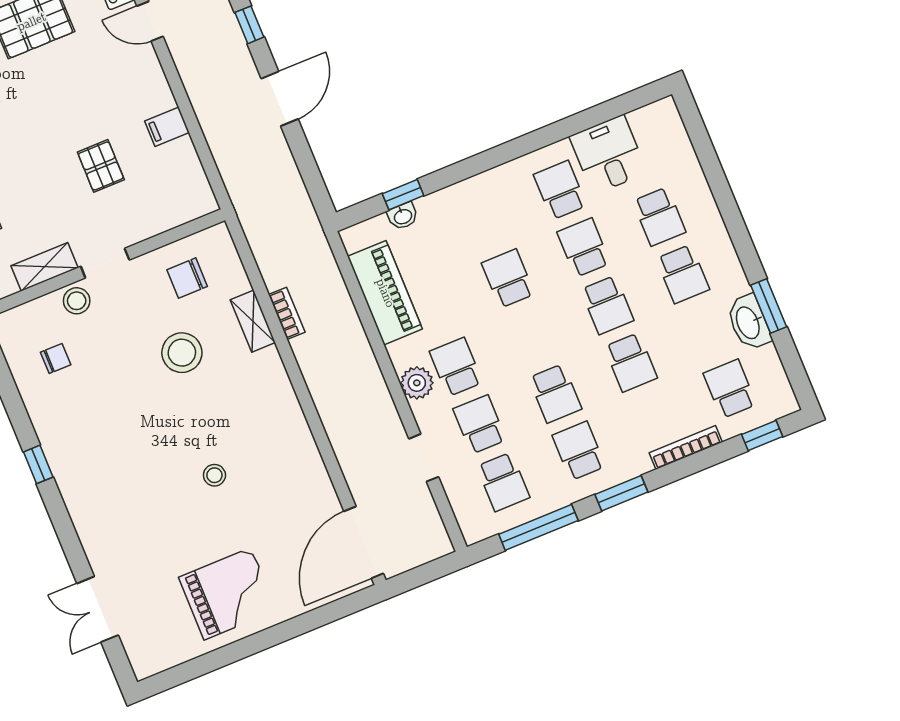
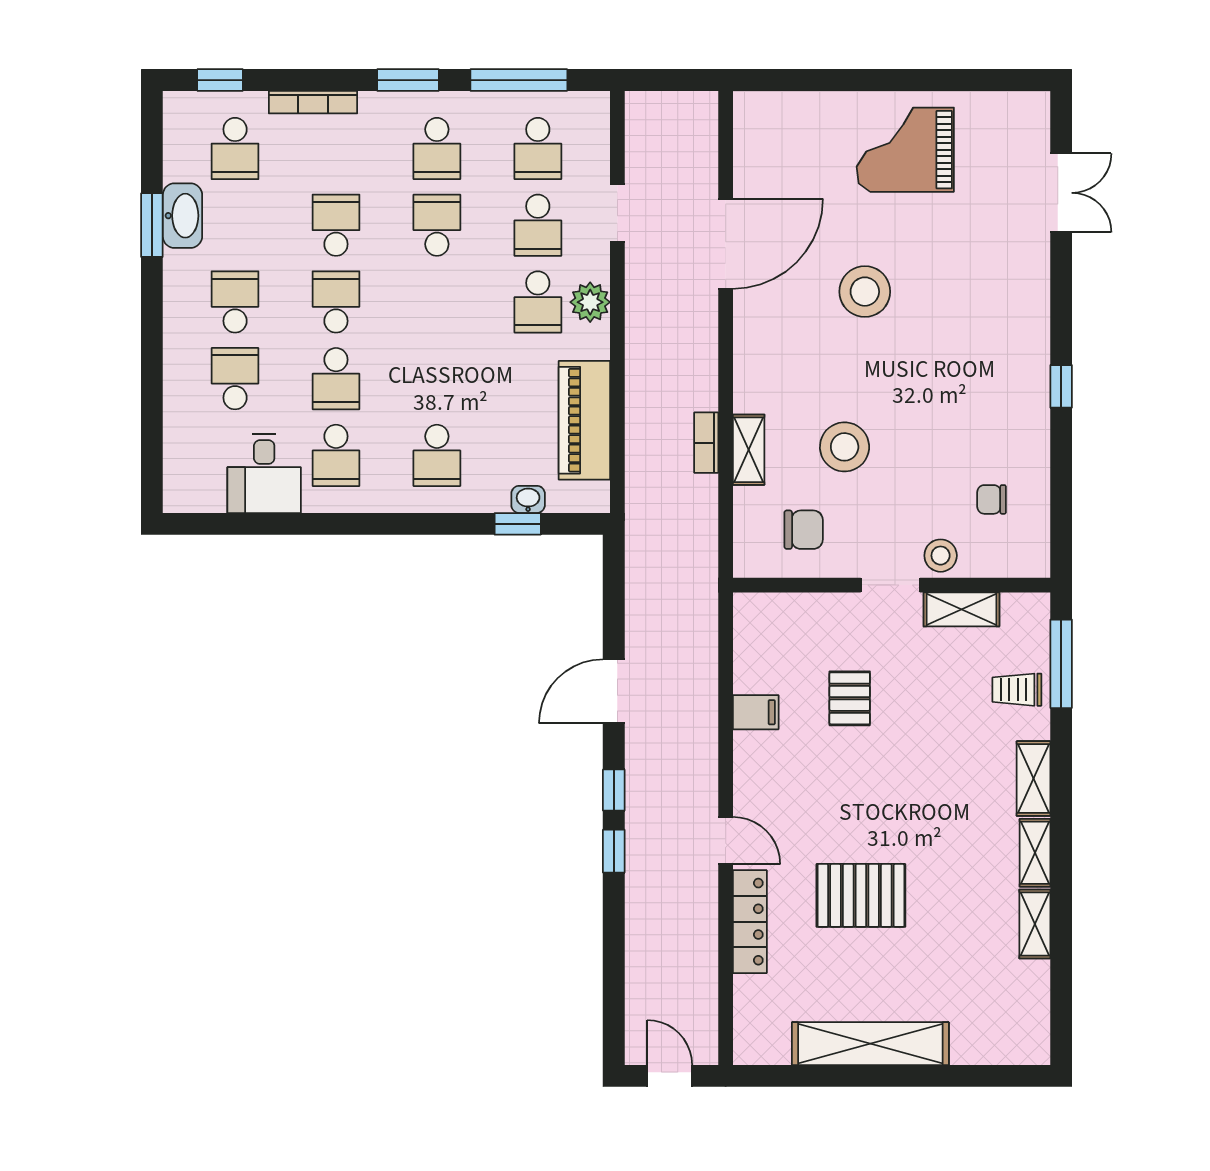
school desk: (508, 279) -> (437, 455), moved
stool: (214, 475) -> (865, 292), width x1.89, depth x1.89
school desk: (503, 482) -> (538, 149), turned 180
door: (364, 542) -> (726, 244), moved

